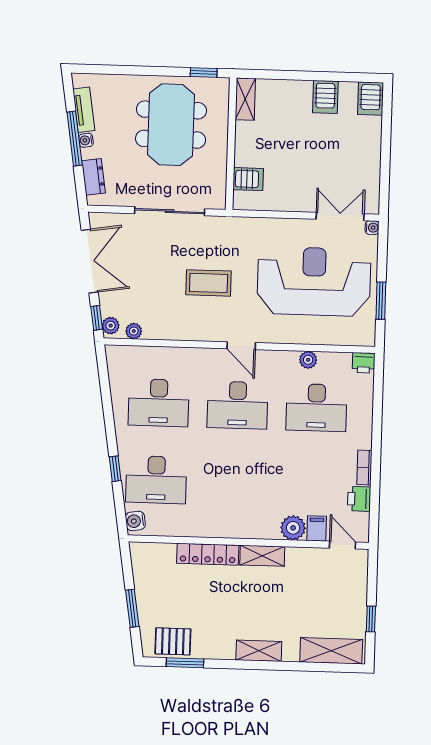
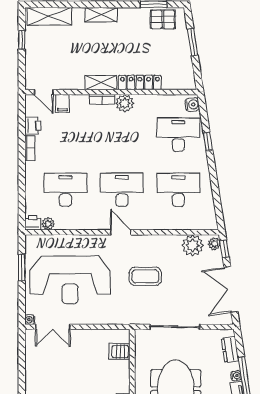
plant: (134, 331) -> (193, 245), width x1.87, depth x1.87
plant: (308, 360) -> (48, 224), moved
plant: (293, 528) -> (125, 103), moved
bookcase: (261, 532) -> (102, 99), added

